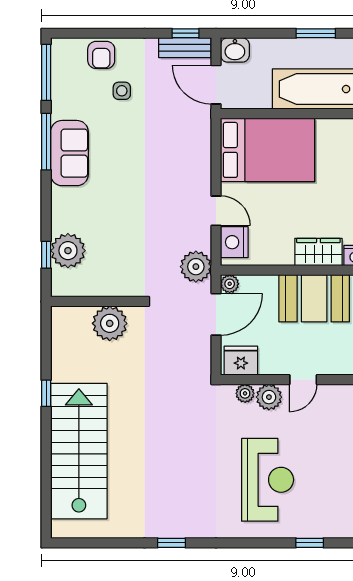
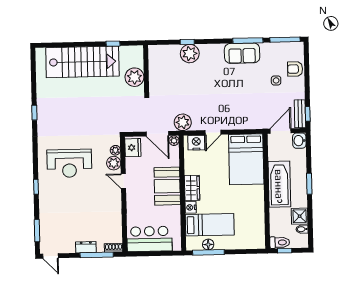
wall: (95, 301) -> (146, 69), moved
plant: (110, 323) -> (134, 77), moved

